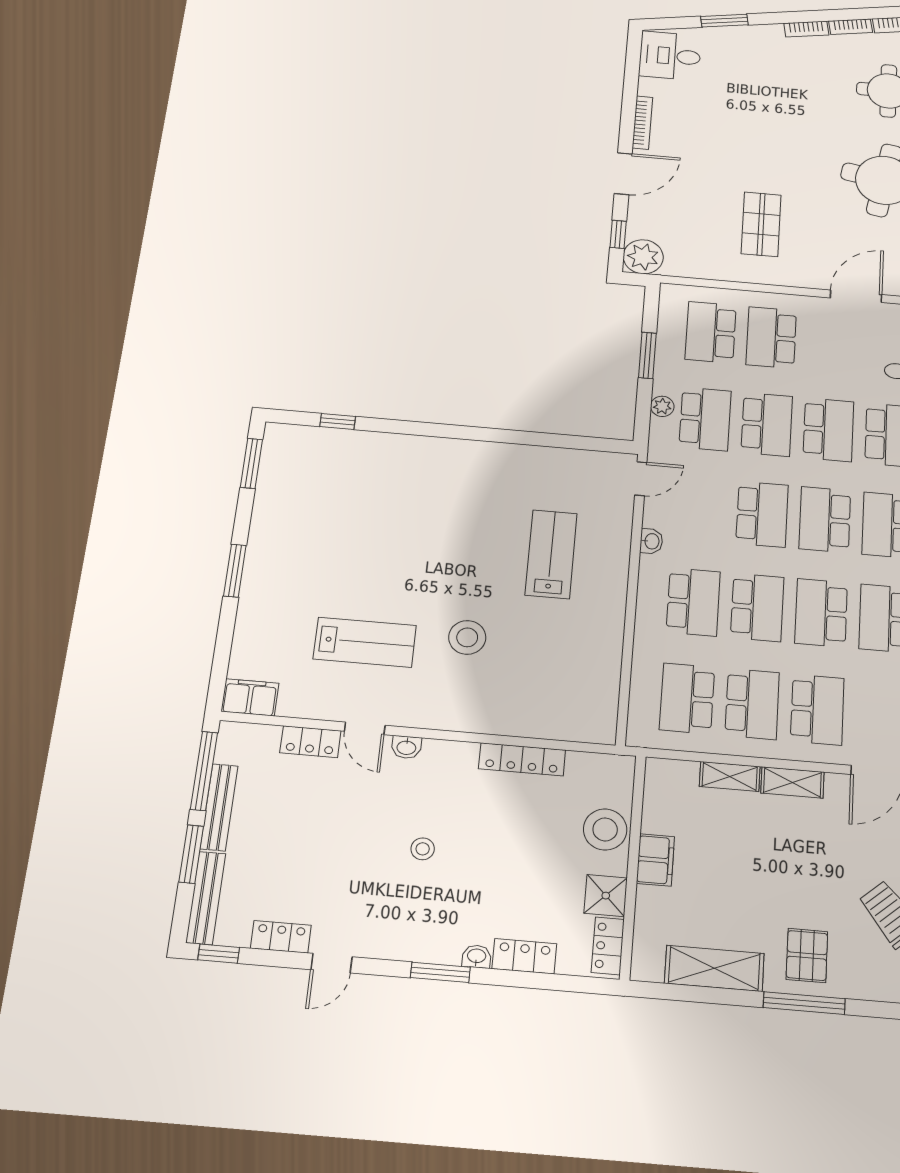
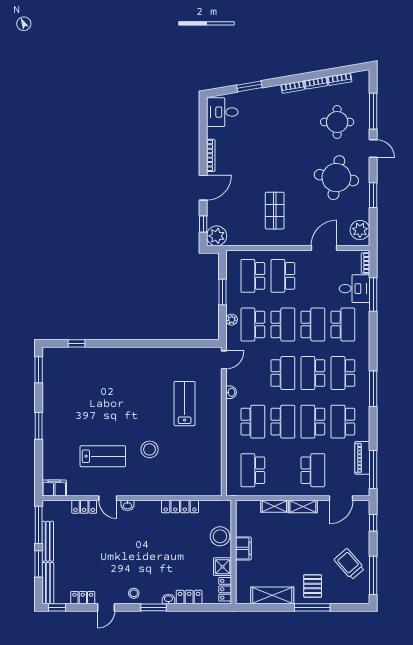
school desk: (705, 419) -> (253, 324), turned 180
school desk: (752, 704) -> (283, 470), removed
stool: (423, 849) -> (134, 593), moved

